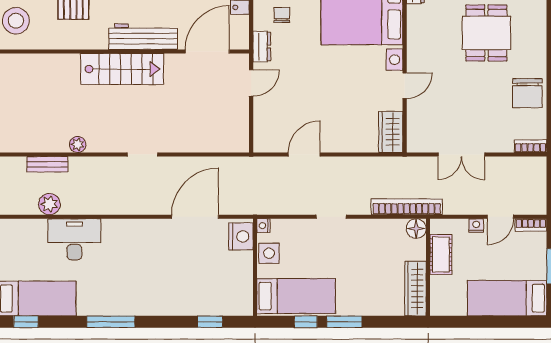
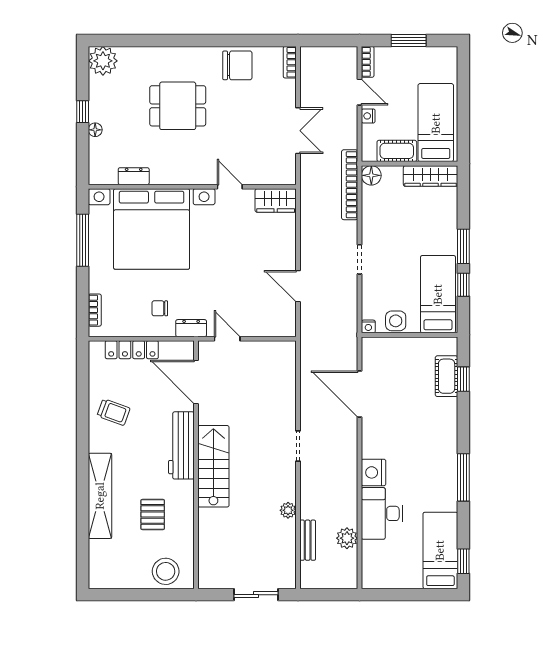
nightstand: (241, 236) -> (374, 472), moved, turned -90
bed: (507, 298) -> (436, 123), moved, turned 180
cot: (213, 305) -> (447, 376), added

